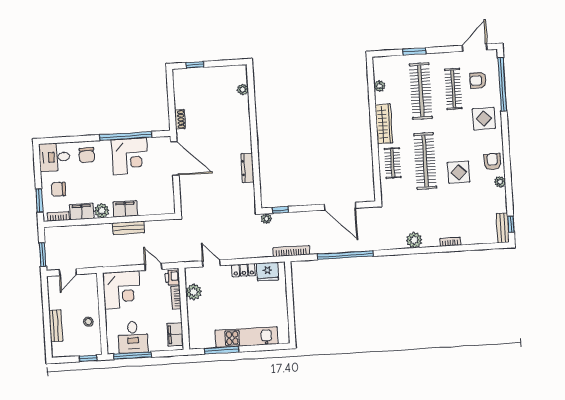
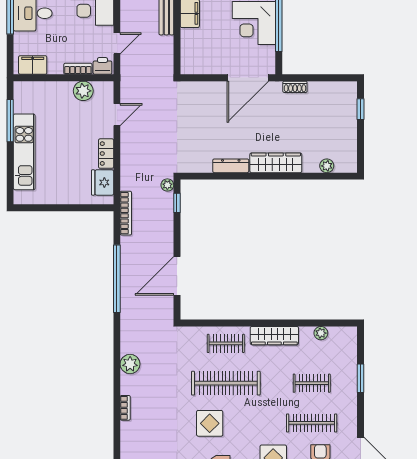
clothes rail: (421, 91) -> (312, 383), width x0.54, depth x0.76
wardrobe: (243, 131) -> (276, 163), added

